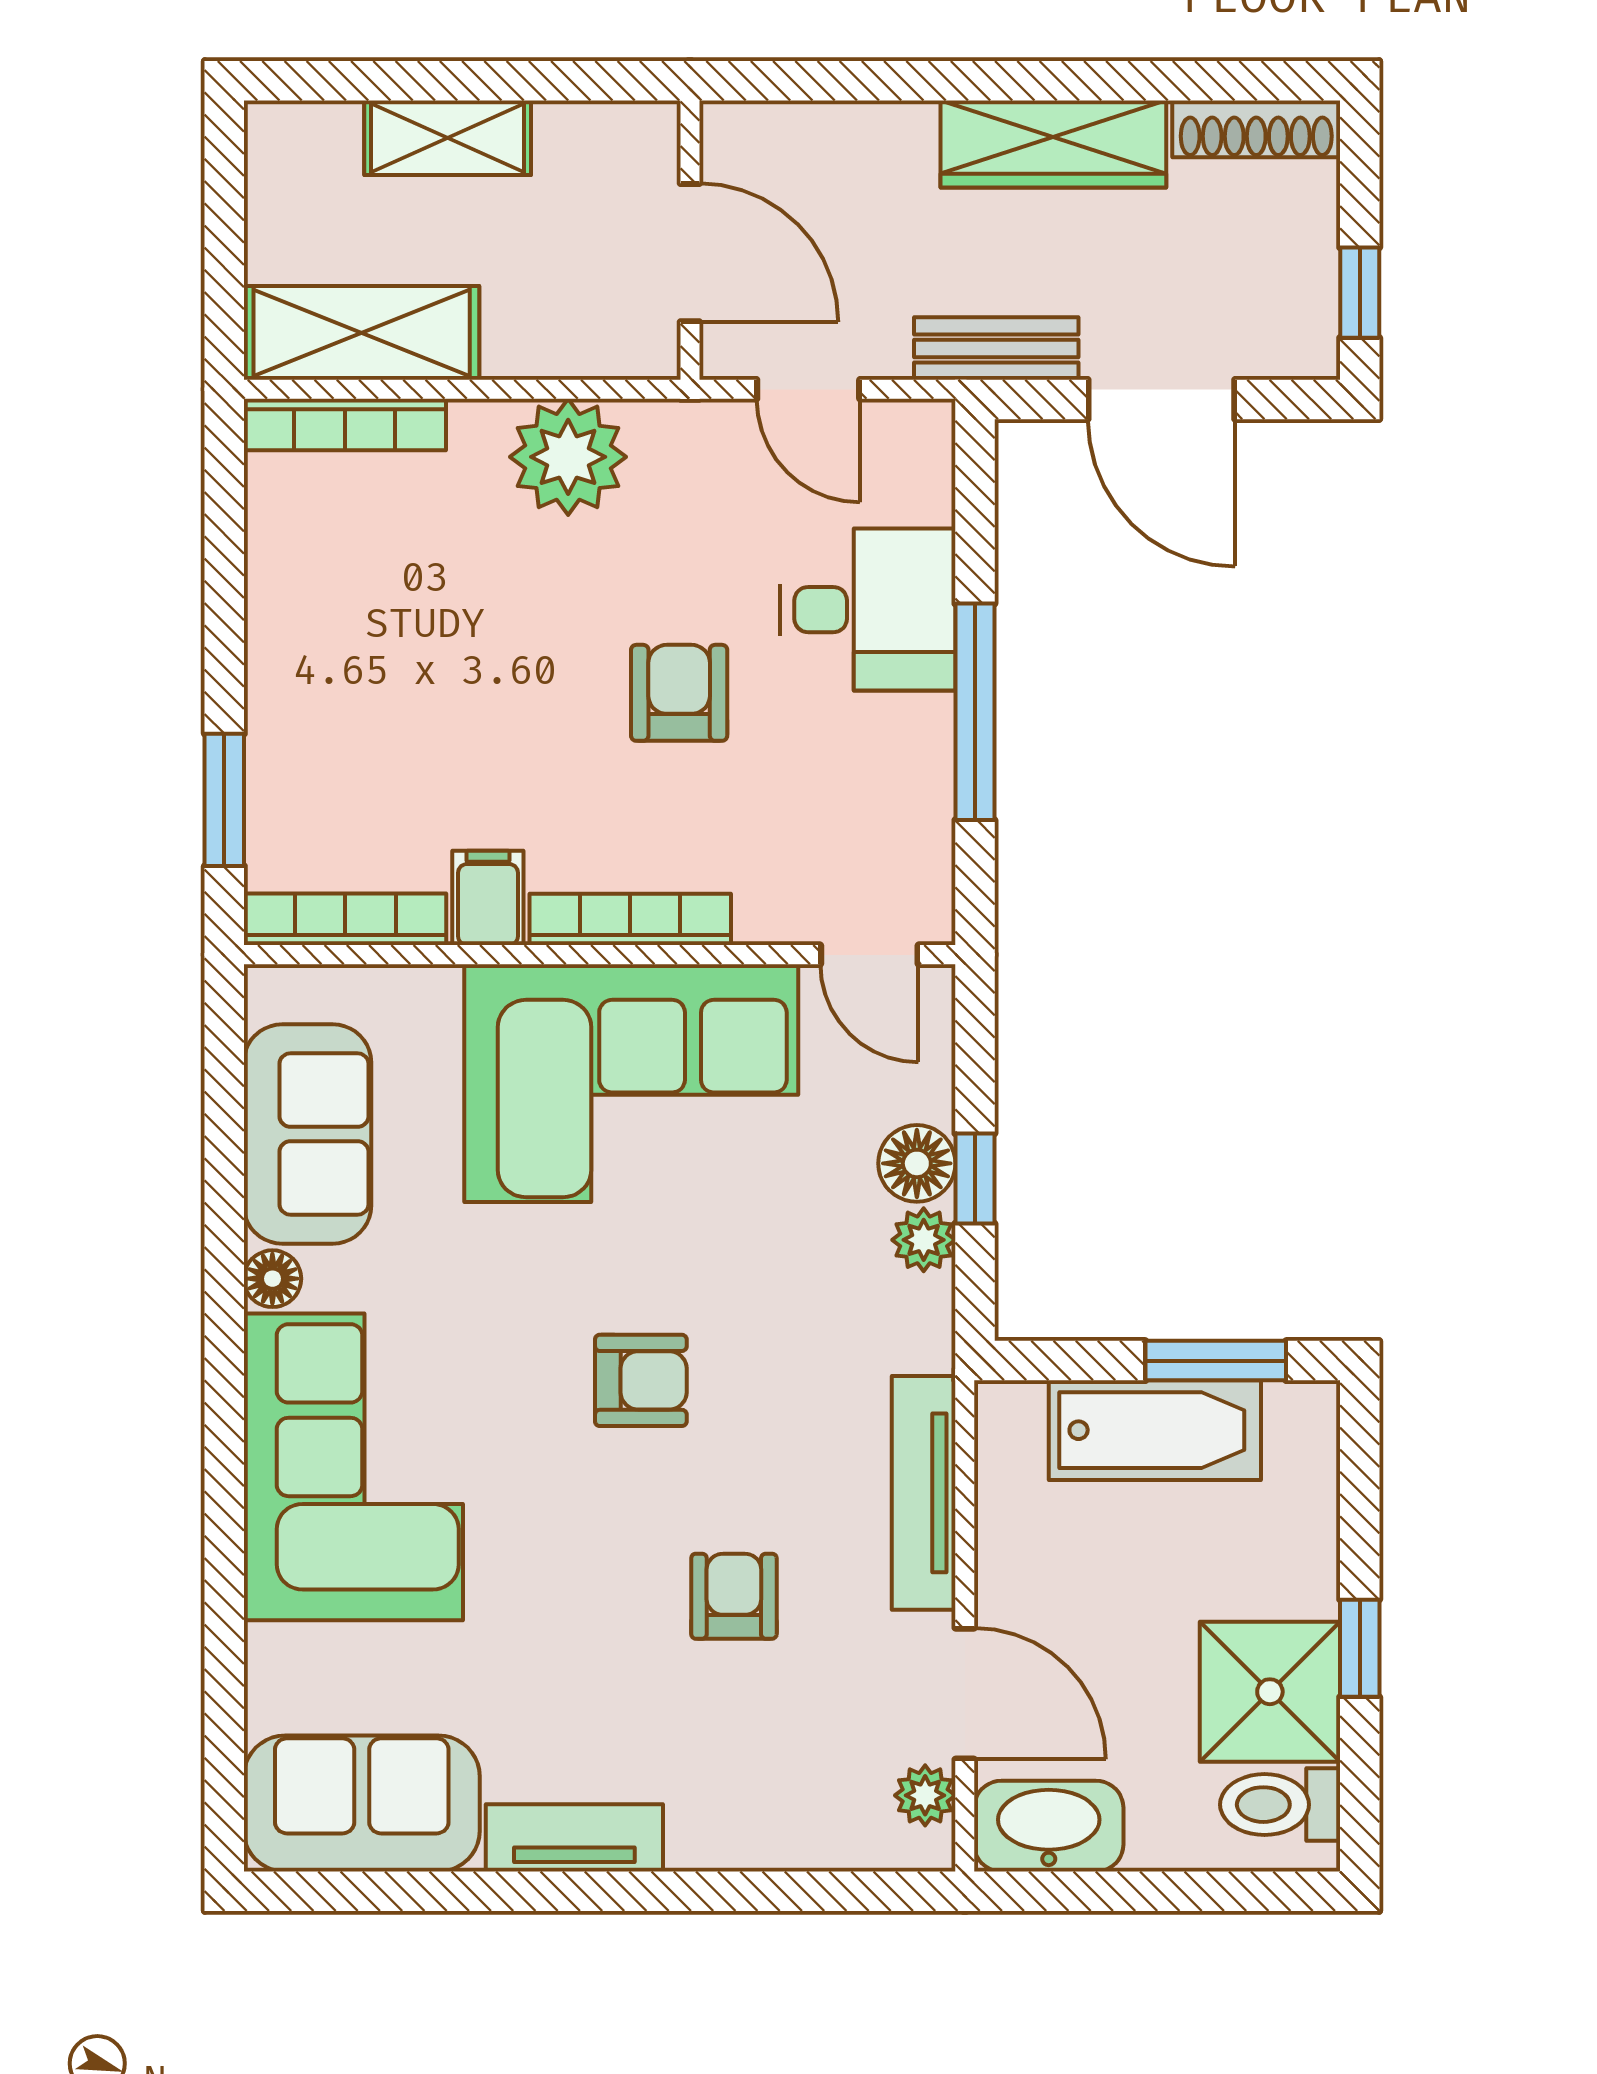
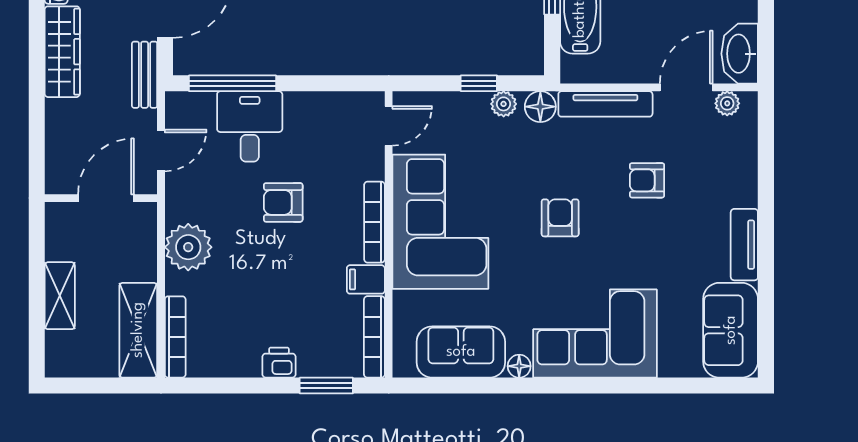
printer: (281, 682) -> (279, 363), added
window: (975, 712) -> (232, 83), moved
floor lamp: (917, 1163) -> (540, 107), moved

